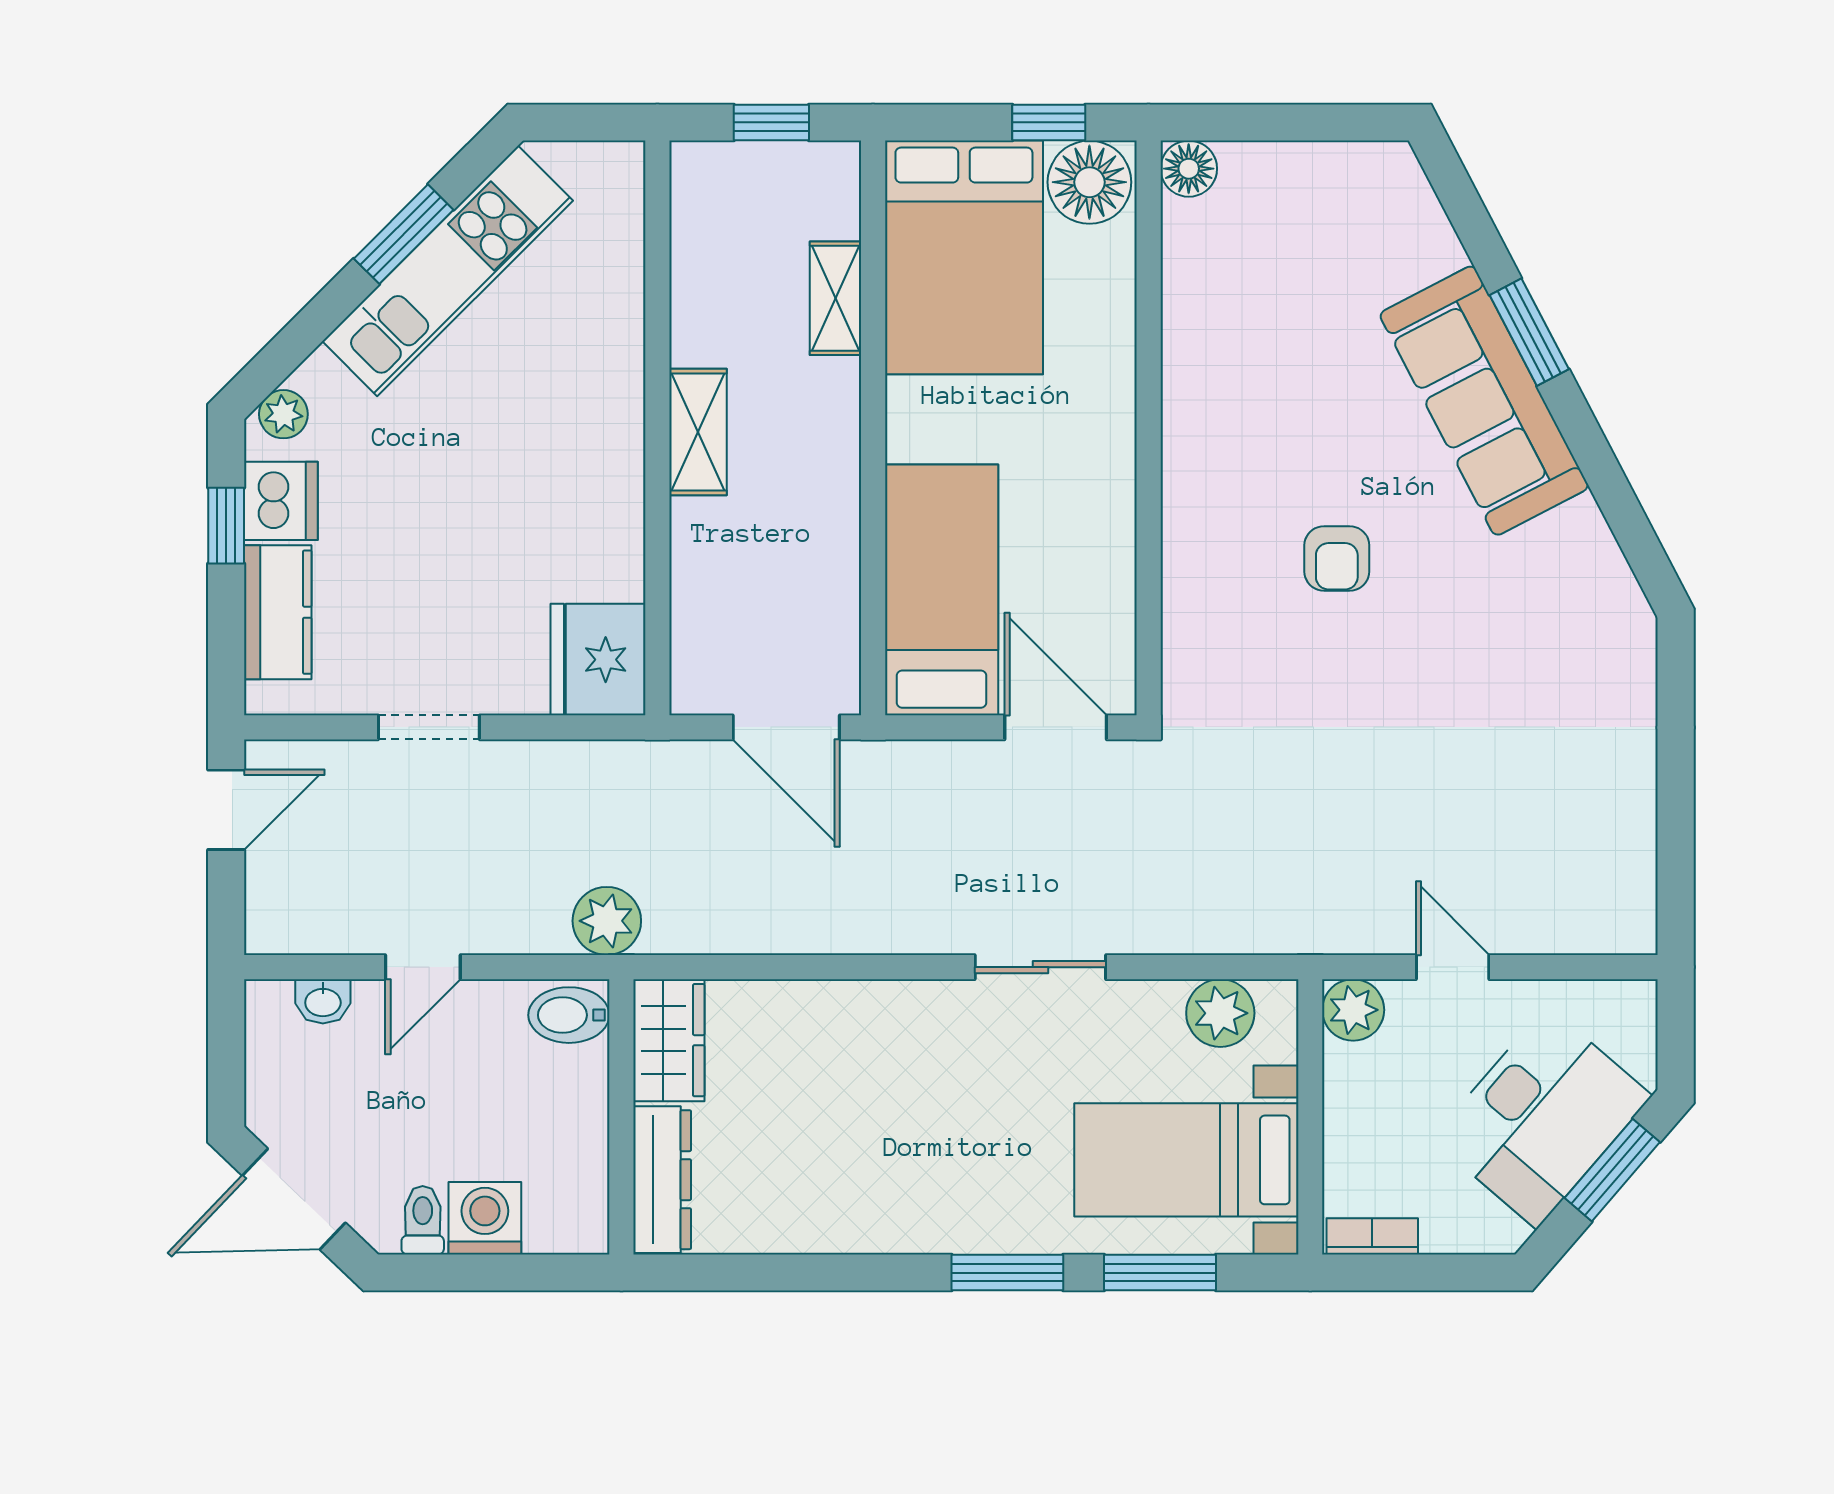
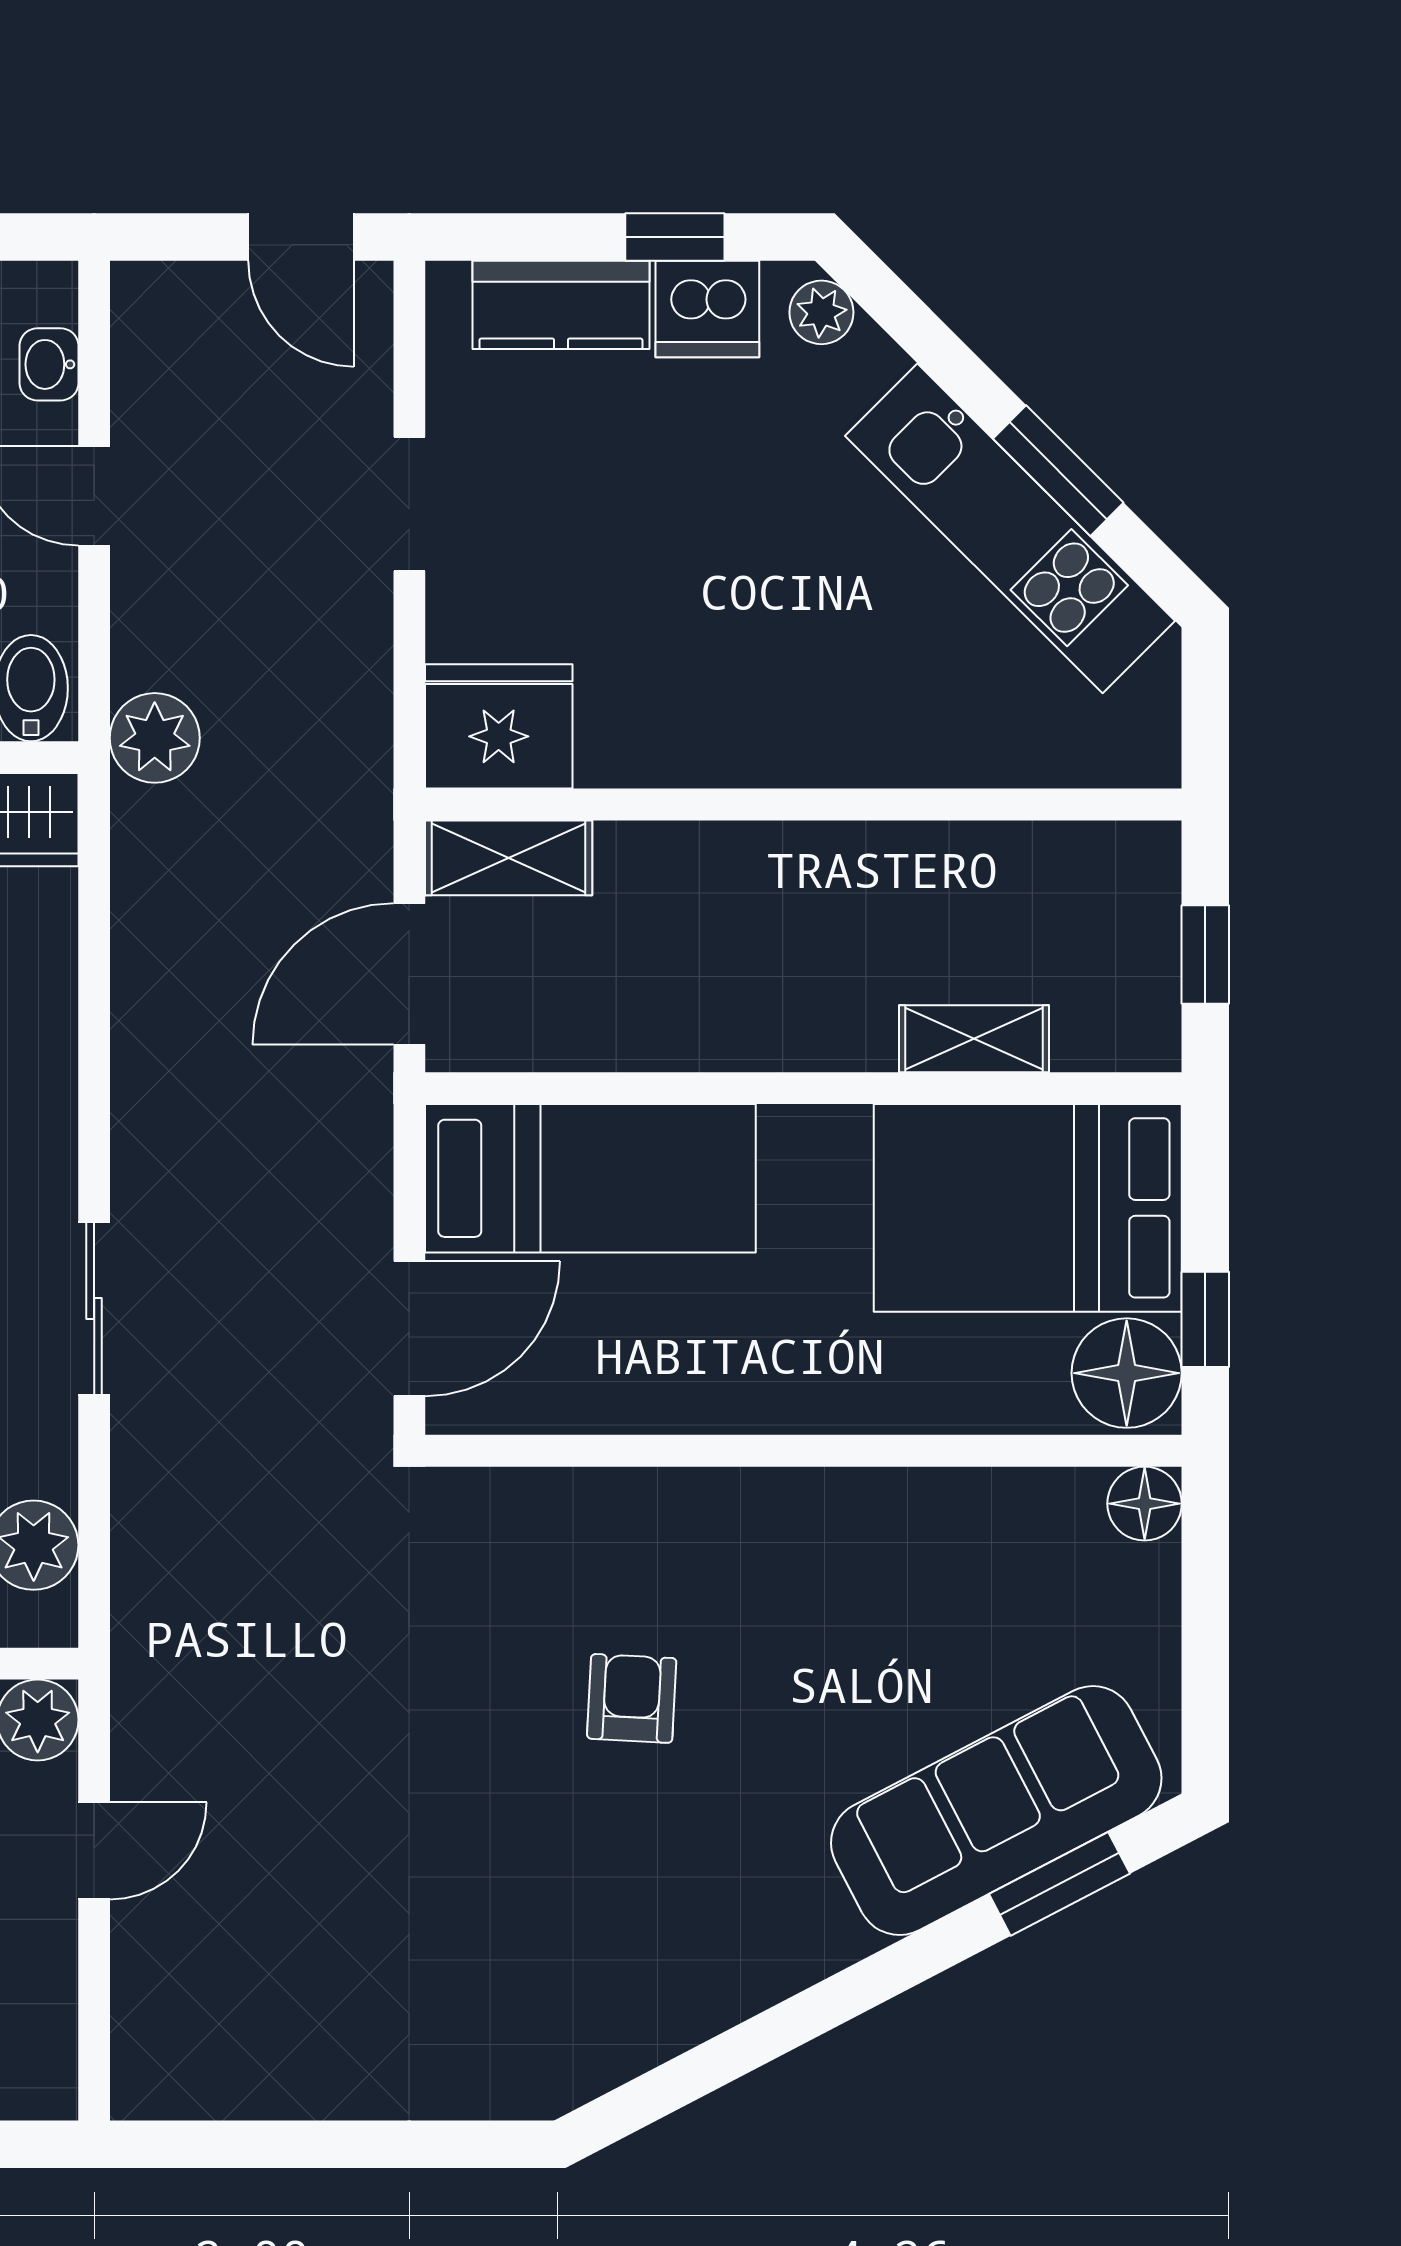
window: (1529, 332) -> (1059, 1884), moved
sofa: (1484, 401) -> (996, 1811), moved
shelving: (698, 432) -> (509, 858), moved
armchair: (1337, 558) -> (632, 1698), turned 93

